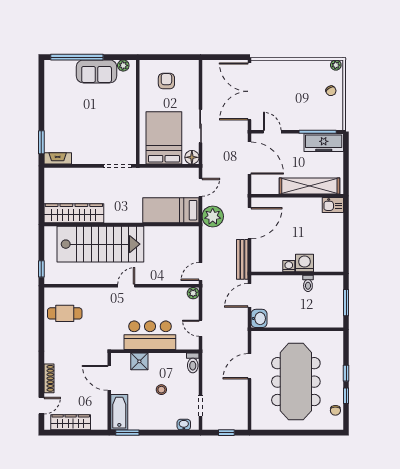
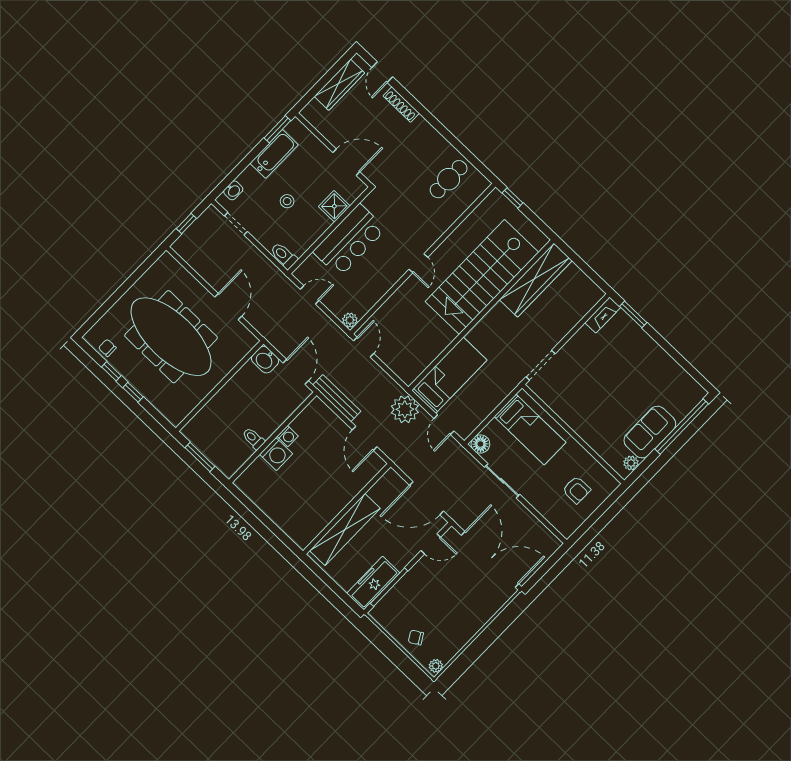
bed: (164, 138) -> (530, 429), width x0.67
kitchen sink: (333, 205) -> (305, 534), removed
door: (250, 223) -> (365, 438), width x0.73
bathtub: (119, 412) -> (274, 154), moved, turned -90

